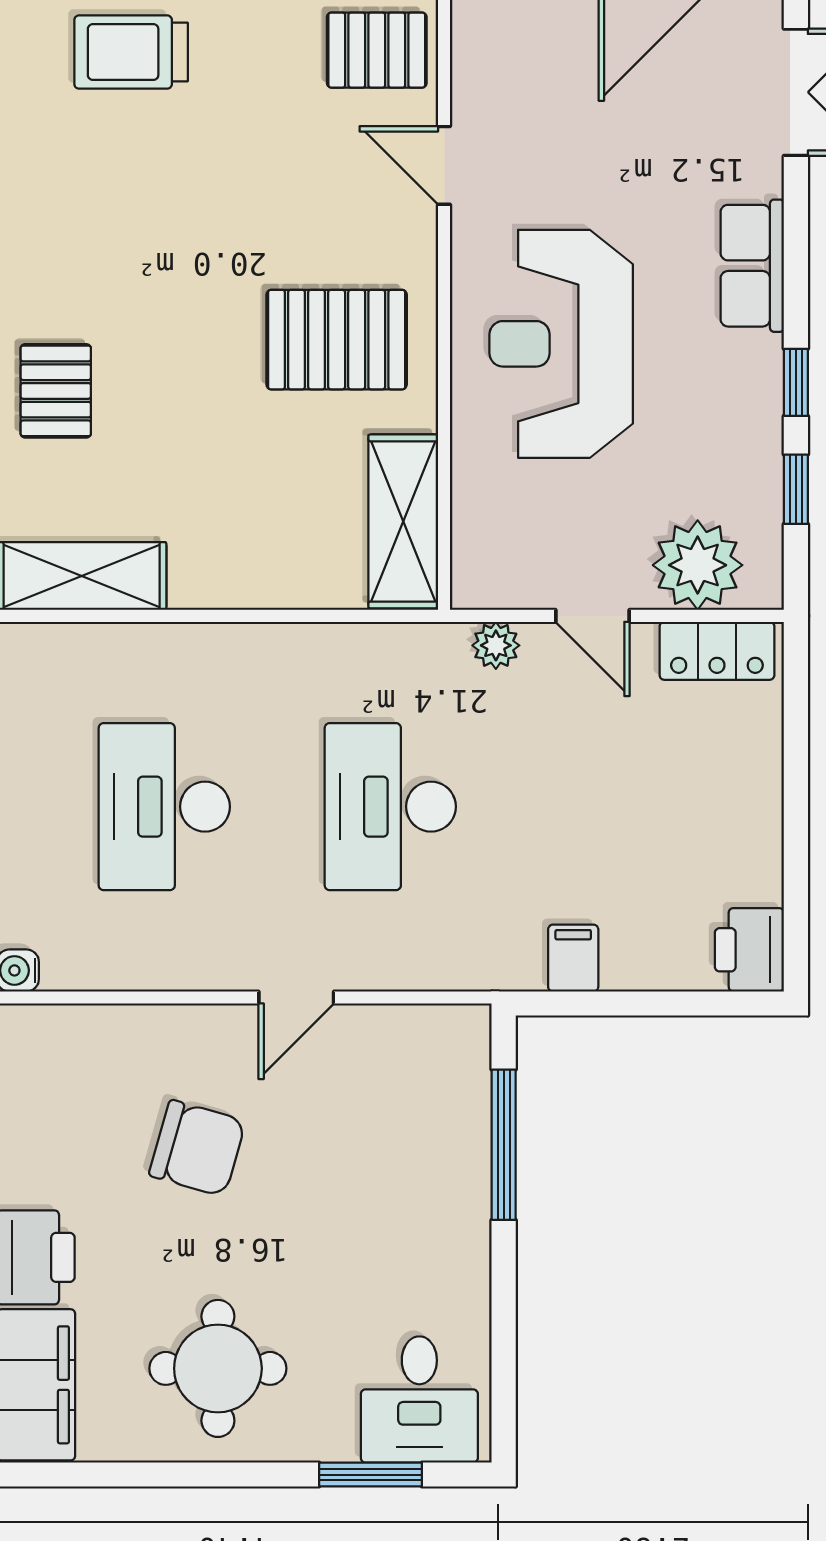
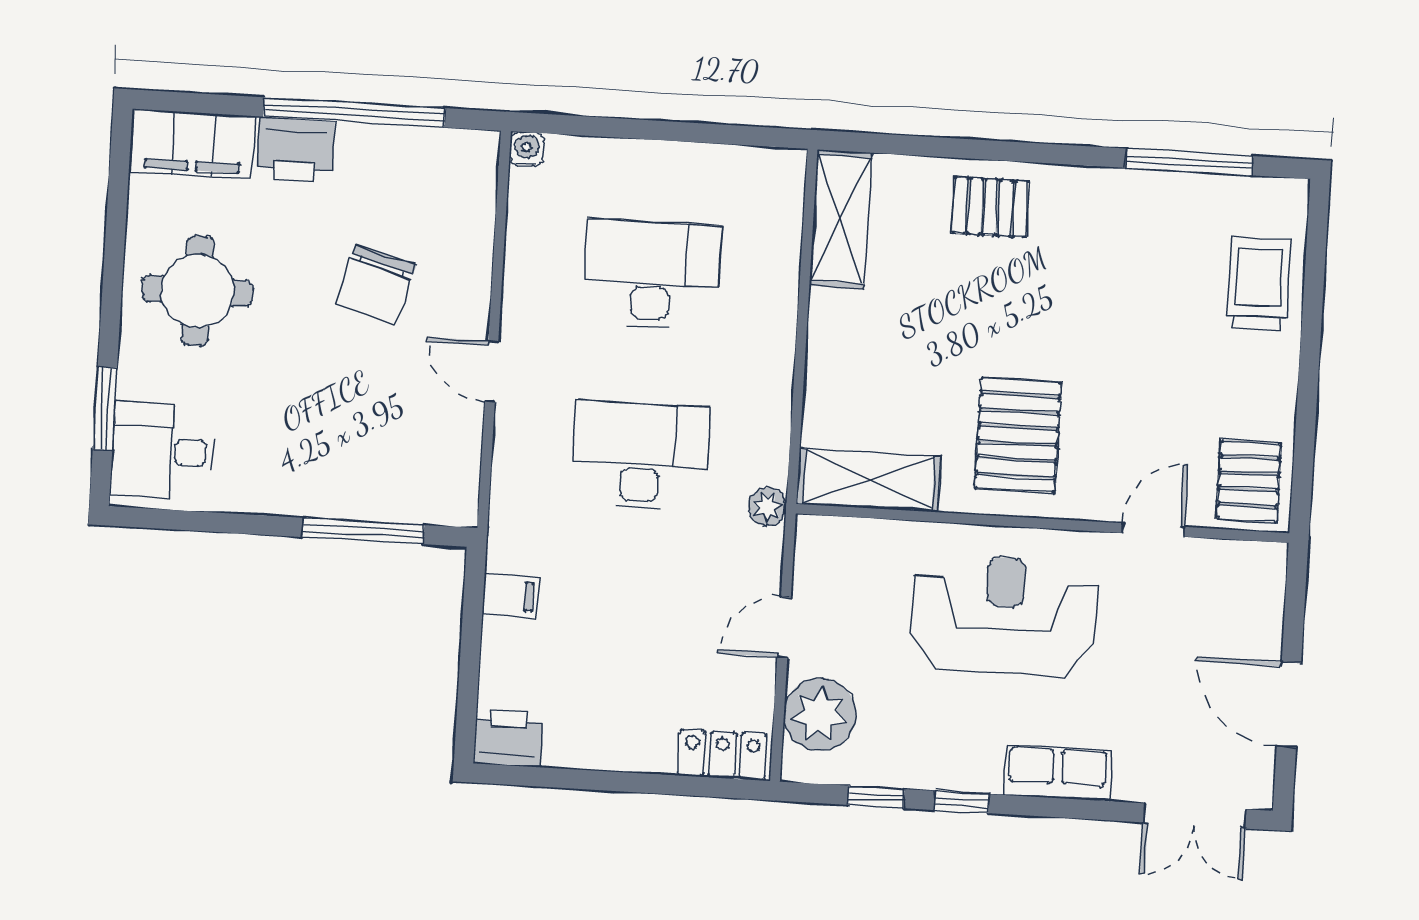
plant: (496, 645) -> (767, 507), moved
locker: (717, 651) -> (722, 755), moved, turned 90

